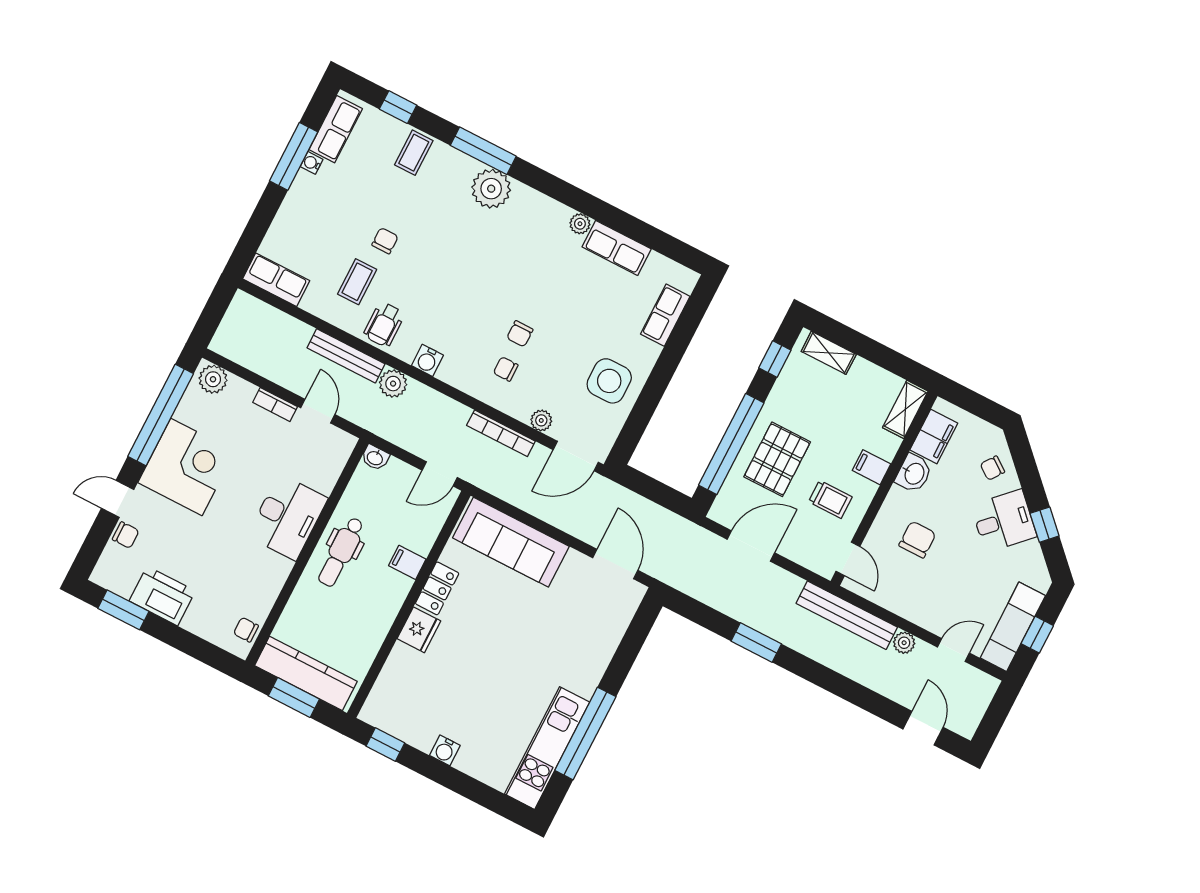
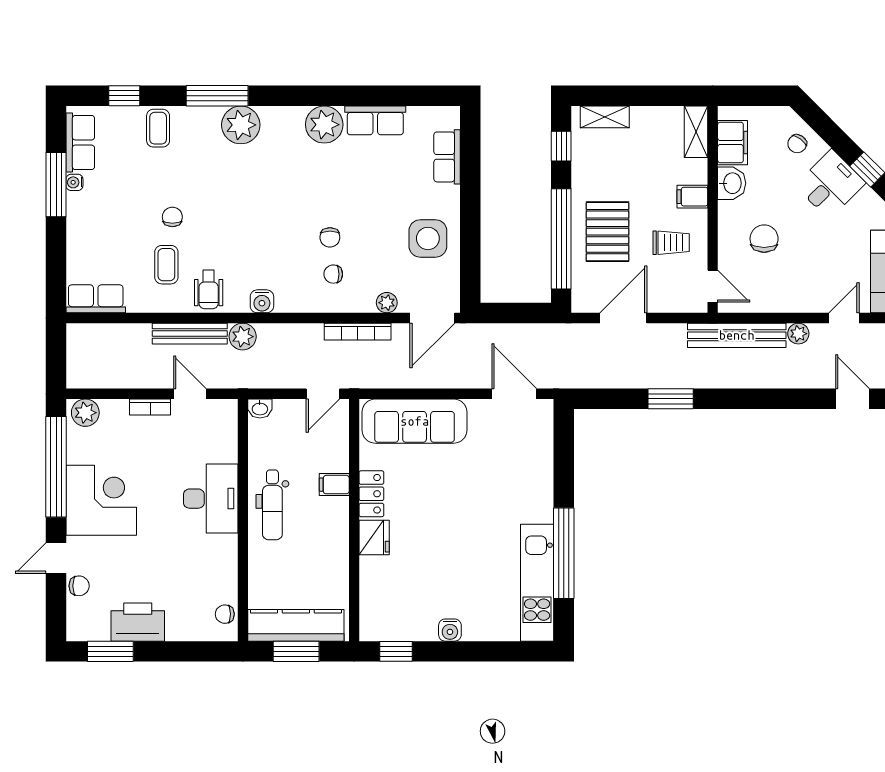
plant: (580, 224) -> (324, 125), width x1.88, depth x1.88

